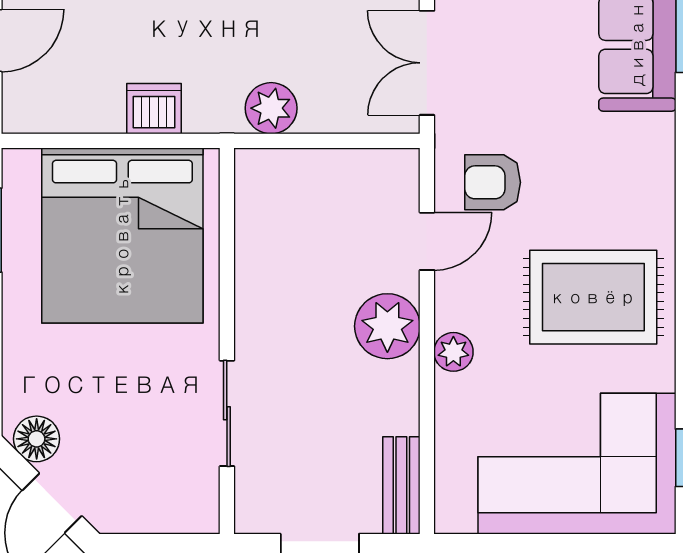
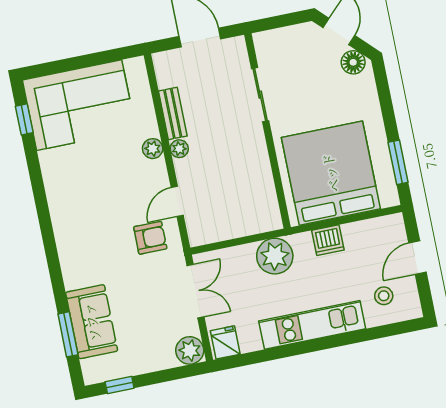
plant: (271, 108) -> (275, 256), width x1.36, depth x1.36
rug: (593, 297) -> (88, 190), removed
plant: (387, 326) -> (179, 149), width x0.53, depth x0.53
bench: (401, 485) -> (173, 113), moved

